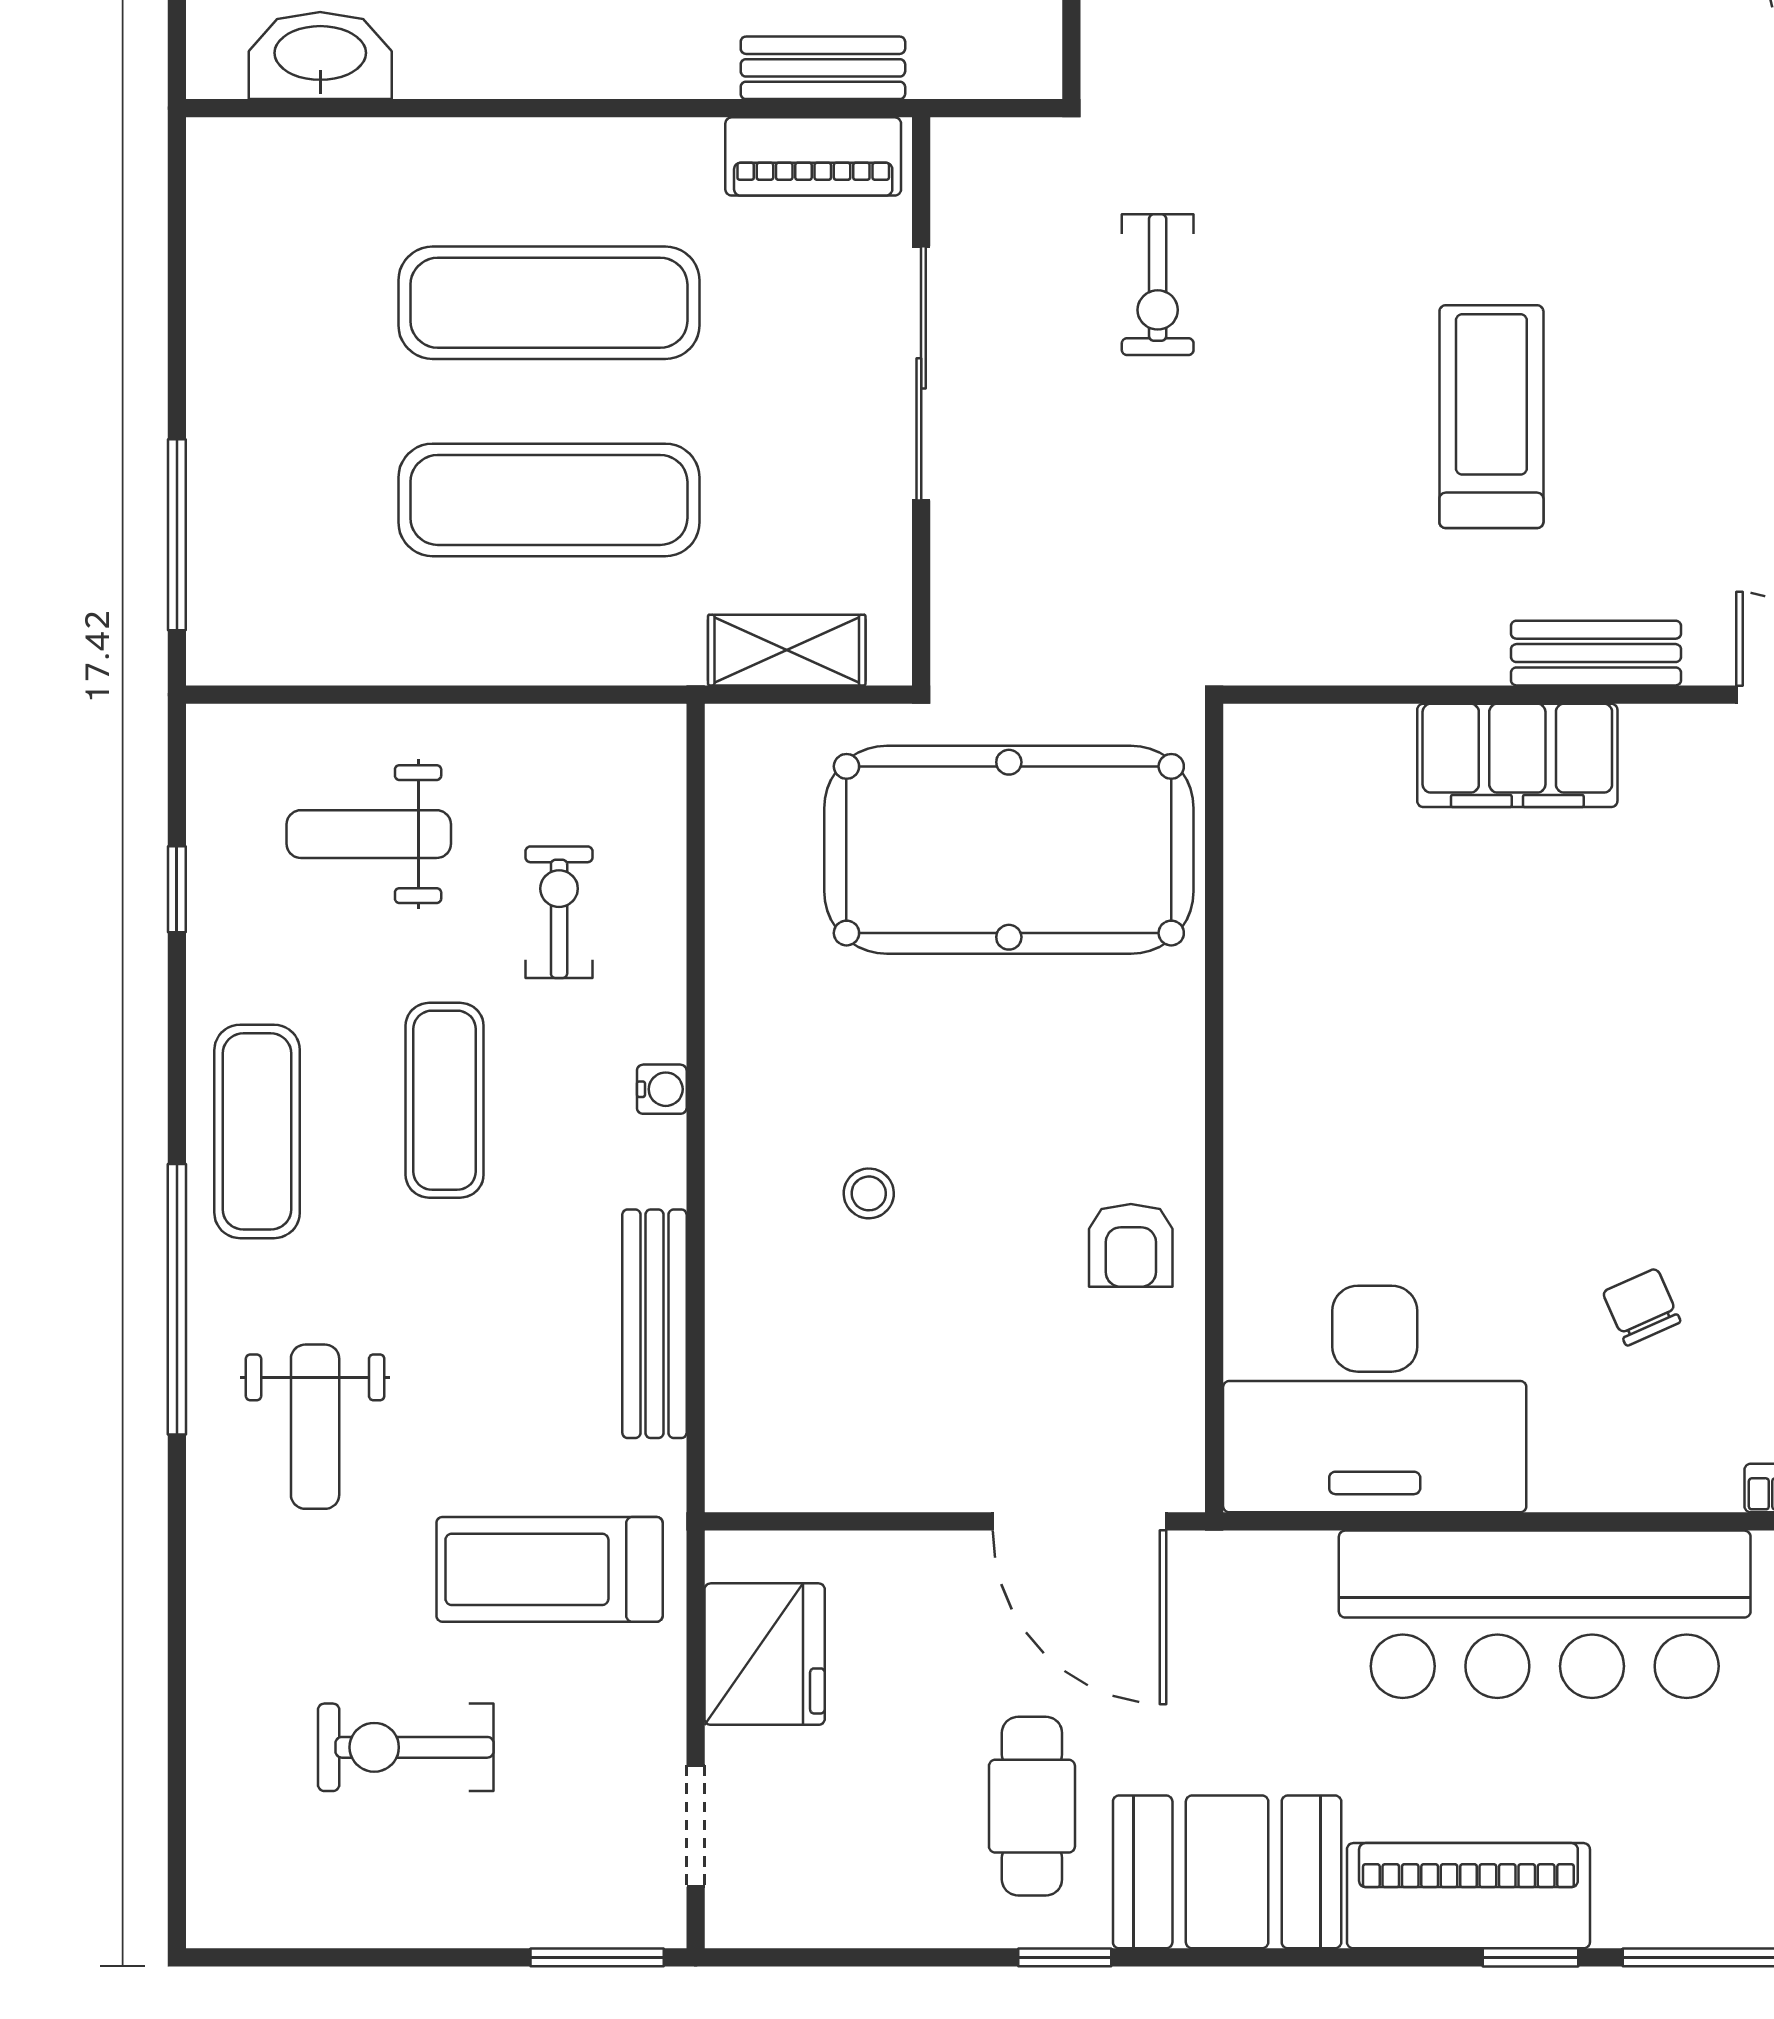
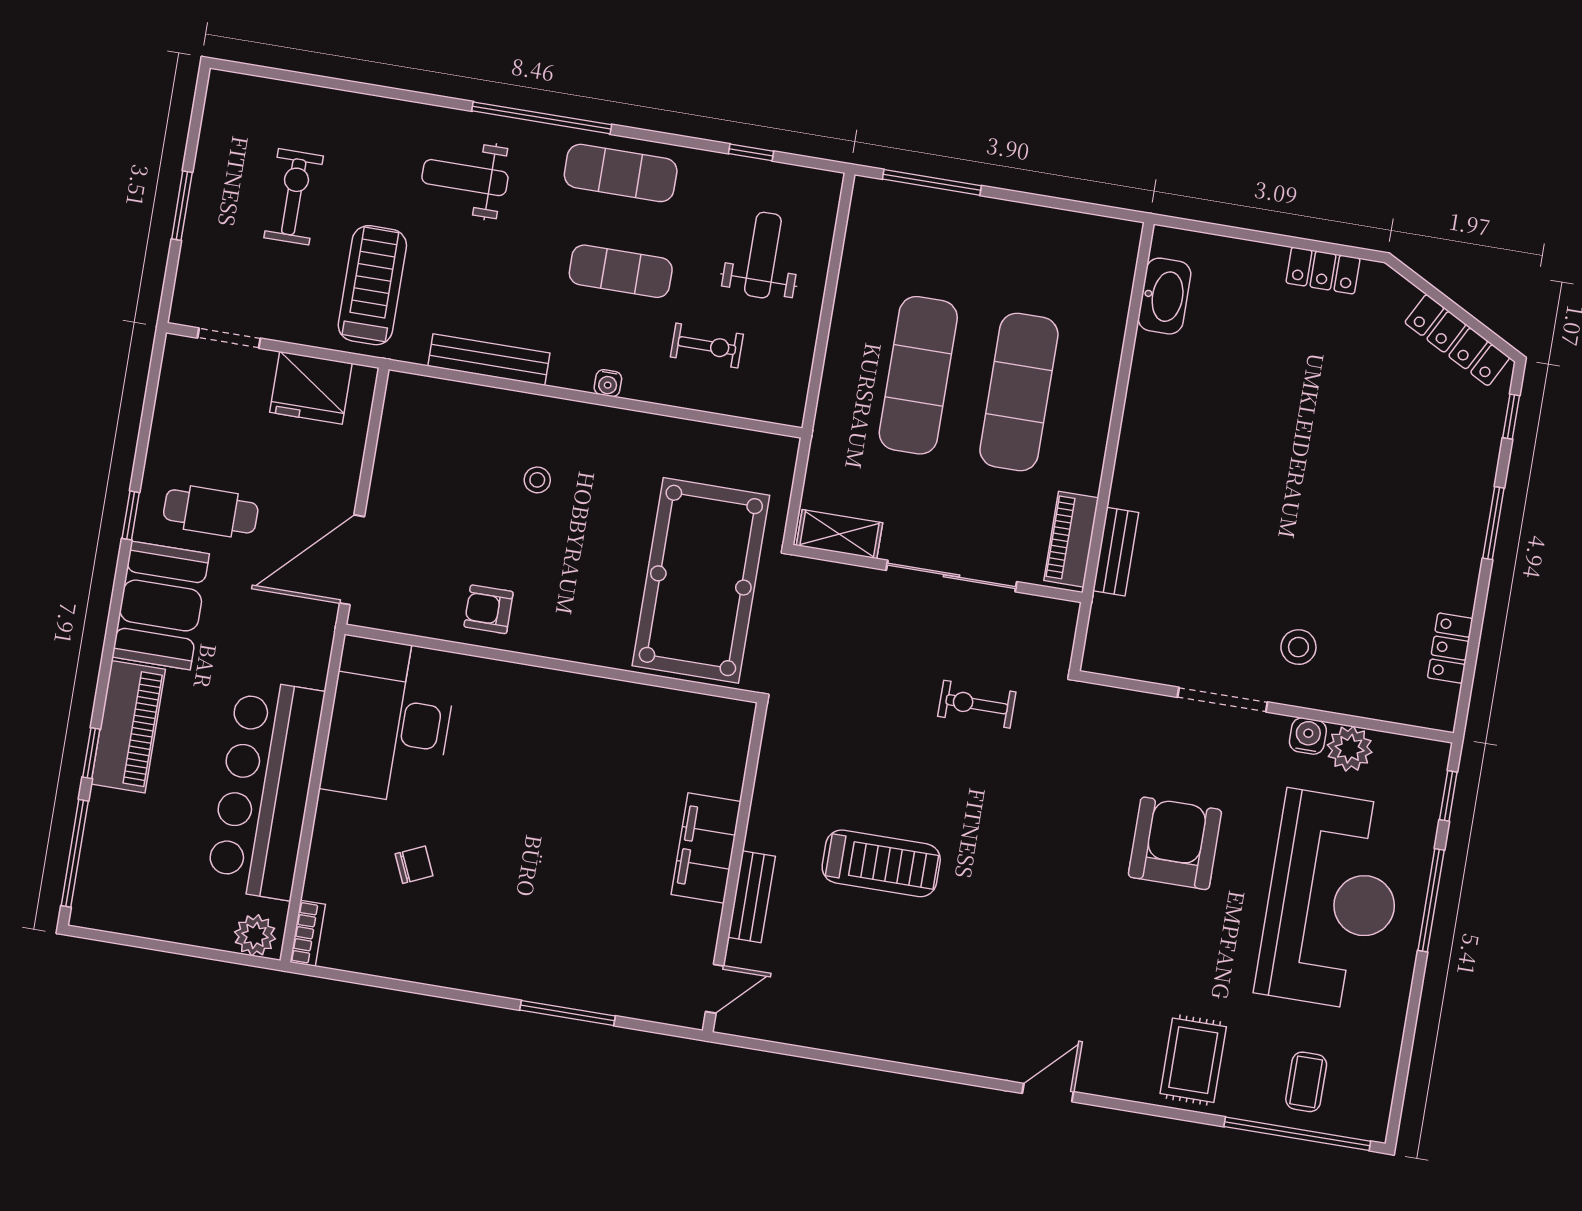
shelving: (787, 650) -> (840, 534), moved, turned 90
window: (597, 1957) -> (182, 206), moved

